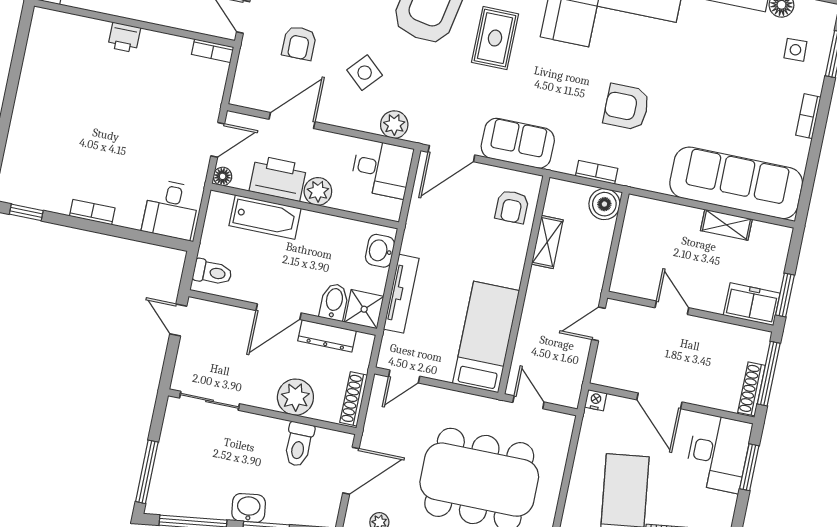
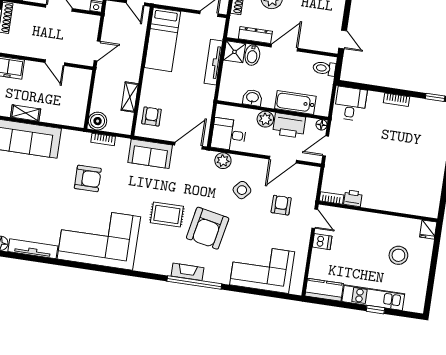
printer: (124, 37) -> (353, 198), moved
rug: (495, 38) -> (167, 214), turned 90
washbasin: (380, 251) -> (252, 98), moved, turned -90

